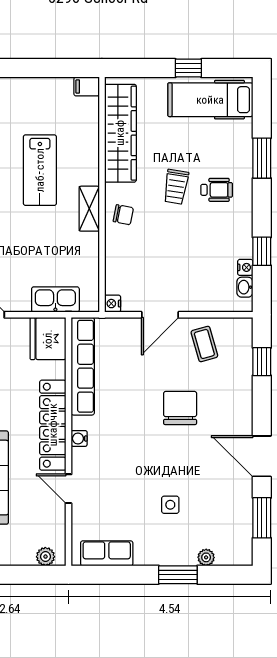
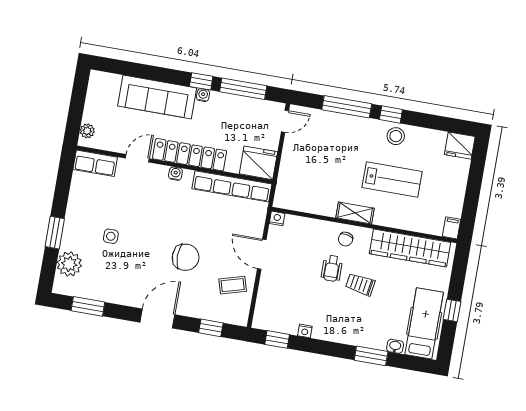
lab bench: (40, 170) -> (392, 180), turned 180
wheelchair: (217, 190) -> (332, 268), moved
window: (262, 251) -> (277, 339), moved
nightstand: (245, 267) -> (305, 331), moved
washbasin: (245, 287) -> (395, 346), moved
kitchen sink: (55, 299) -> (288, 174), removed
door: (262, 456) -> (157, 319), moved
row of seats: (107, 553) -> (95, 163), moved, turned 90
plant: (206, 557) -> (69, 264), width x1.87, depth x1.87

